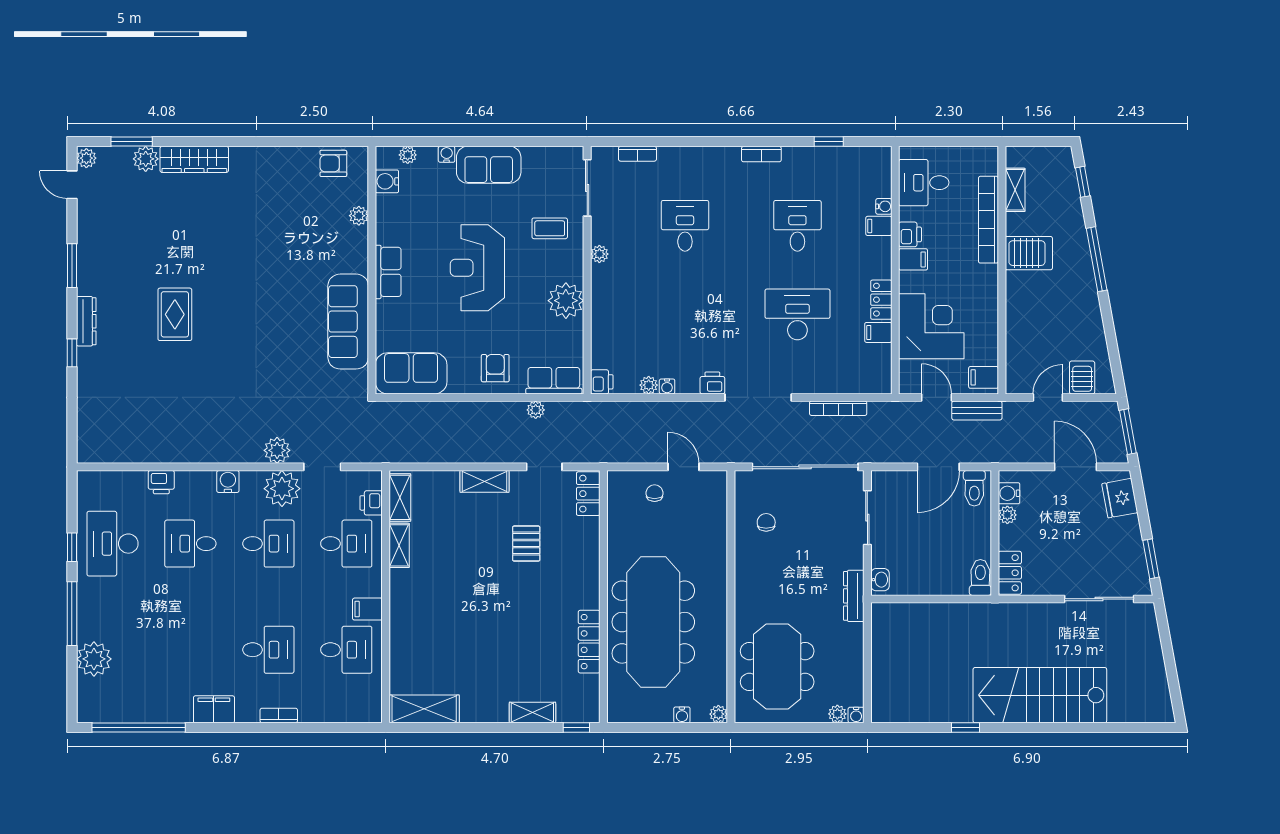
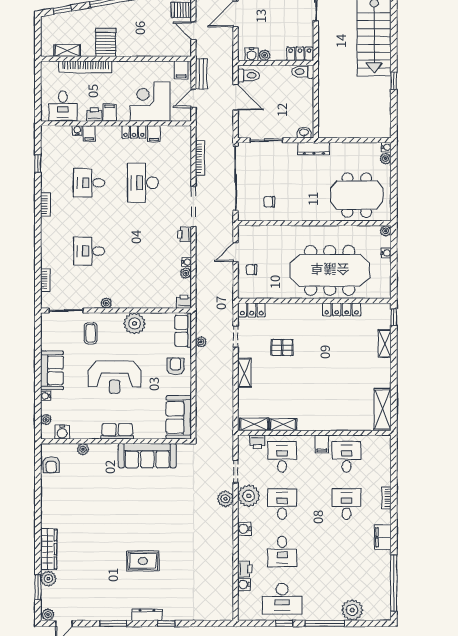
armchair: (495, 368) -> (176, 366), turned 90
water cooler: (136, 481) -> (244, 584), added

